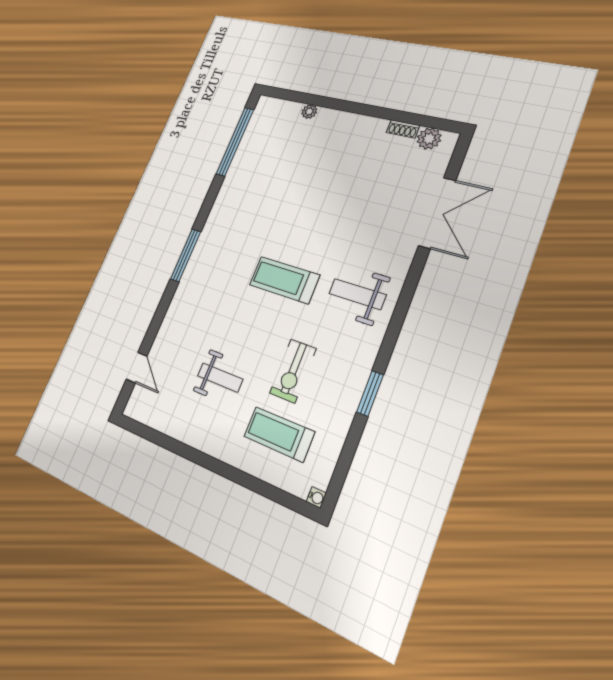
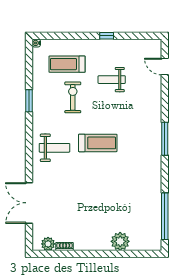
plant: (309, 111) -> (120, 241), width x1.87, depth x1.87
treadmill: (279, 434) -> (67, 64), turned 180
window: (196, 457) -> (107, 36), added

